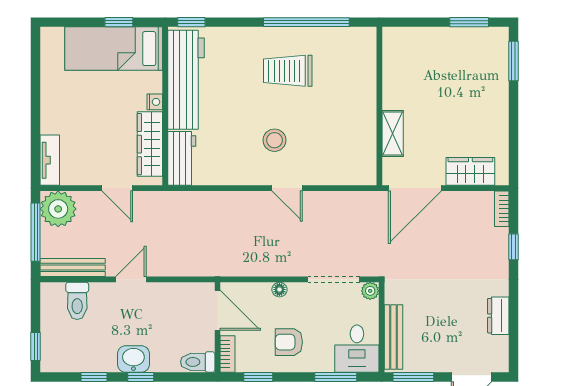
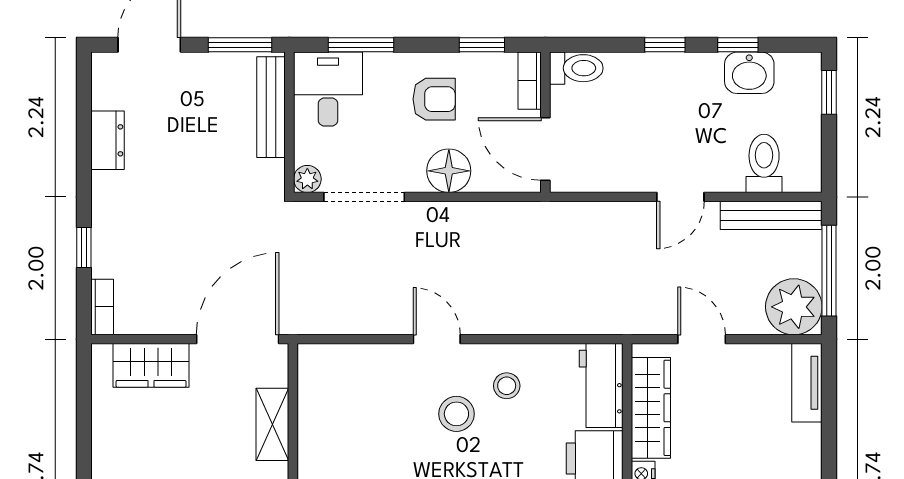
stool: (242, 158) -> (507, 386), added
floor lamp: (279, 290) -> (449, 171), width x1.89, depth x1.89
washbasin: (133, 359) -> (749, 73), moved

